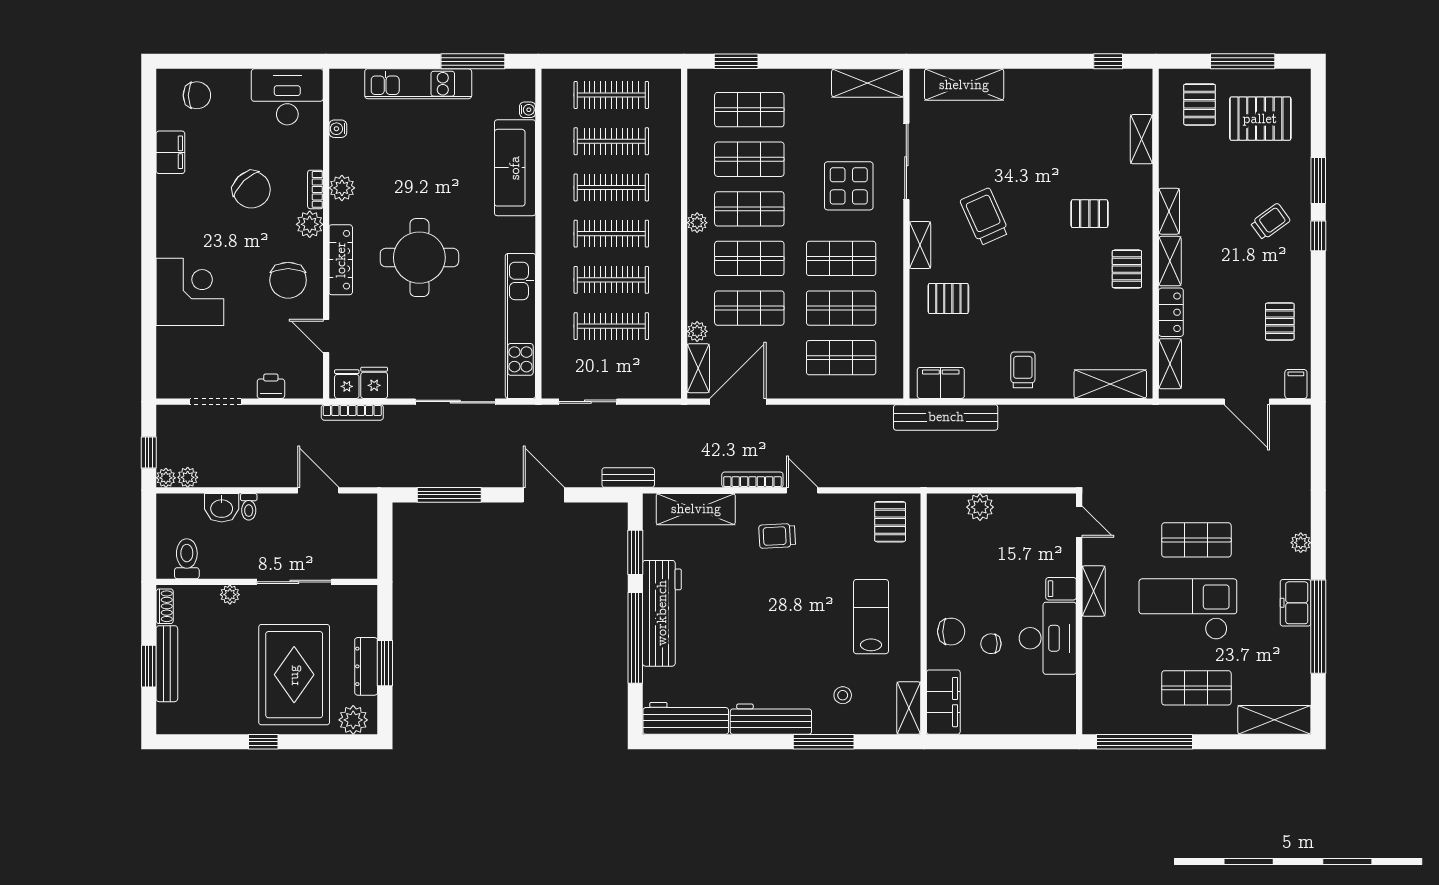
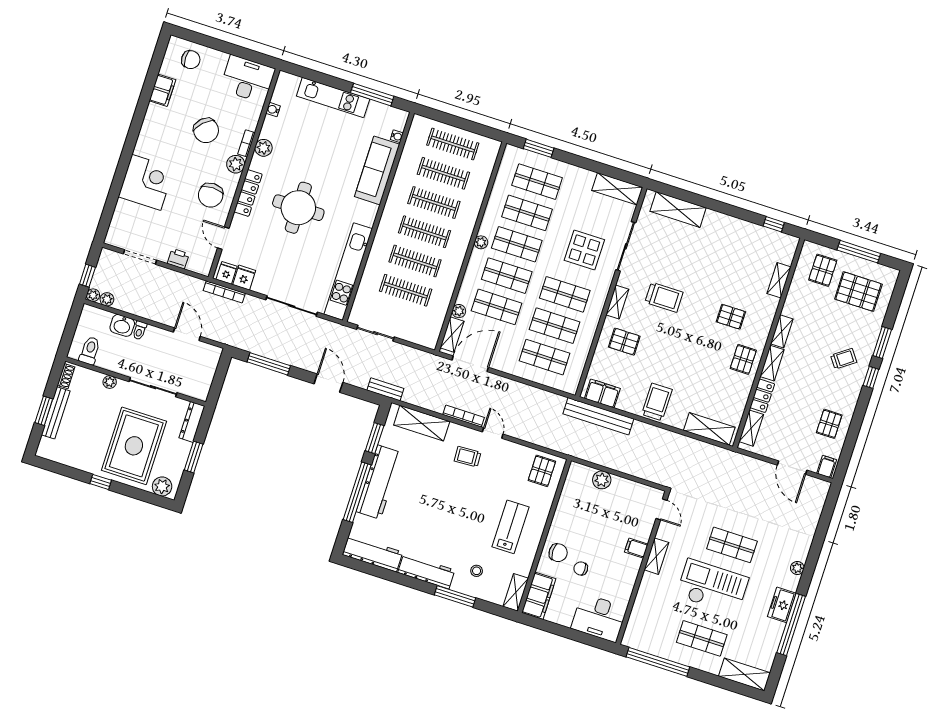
trolley: (985, 217) -> (664, 297), turned 114
trolley: (1023, 370) -> (657, 402), width x1.36, depth x1.39
desk: (1048, 638) -> (599, 618), moved, turned 90
dresser: (366, 666) -> (192, 422), moved

